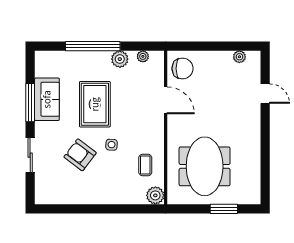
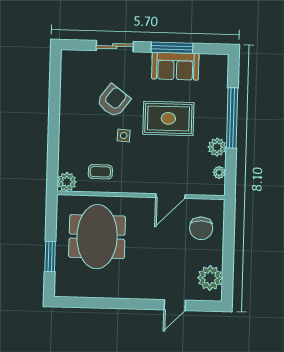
plant: (239, 57) -> (210, 278), width x1.88, depth x1.88
chair: (183, 68) -> (201, 228), moved
meeting table: (205, 166) -> (97, 237), turned 90

